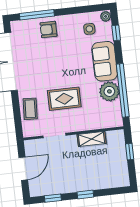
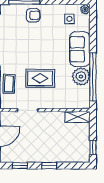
armchair: (48, 29) -> (33, 15), turned 180
window: (116, 33) -> (93, 25), removed
shelving: (92, 139) -> (77, 117), moved
window: (130, 152) -> (93, 148), moved

